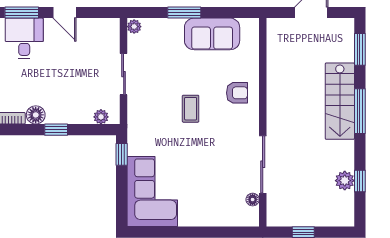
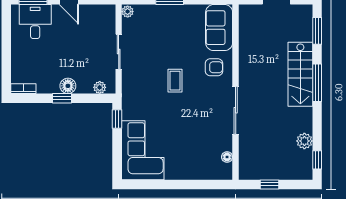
sofa: (212, 34) -> (219, 28), moved, turned 90
floor lamp: (36, 115) -> (68, 86), moved
sliding door: (263, 164) -> (236, 110), moved
window: (360, 181) -> (317, 160), moved

